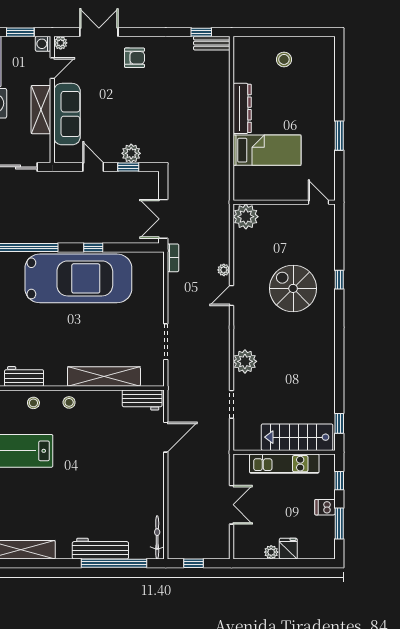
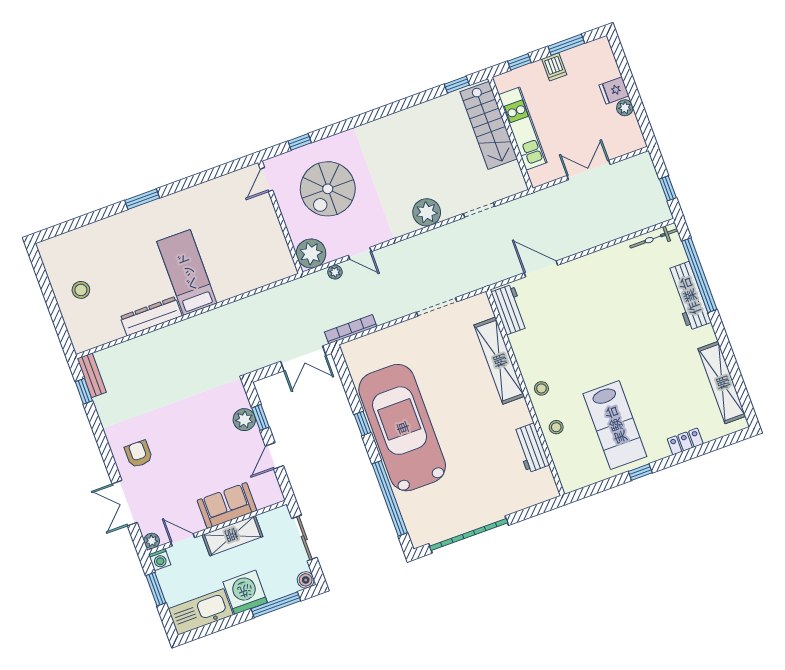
sofa: (67, 114) -> (227, 505), width x0.73
wall: (284, 202) -> (280, 217), moved
door: (319, 202) -> (266, 180), moved
plant: (246, 217) -> (311, 253), moved
bookcase: (173, 258) -> (351, 329), width x1.56

